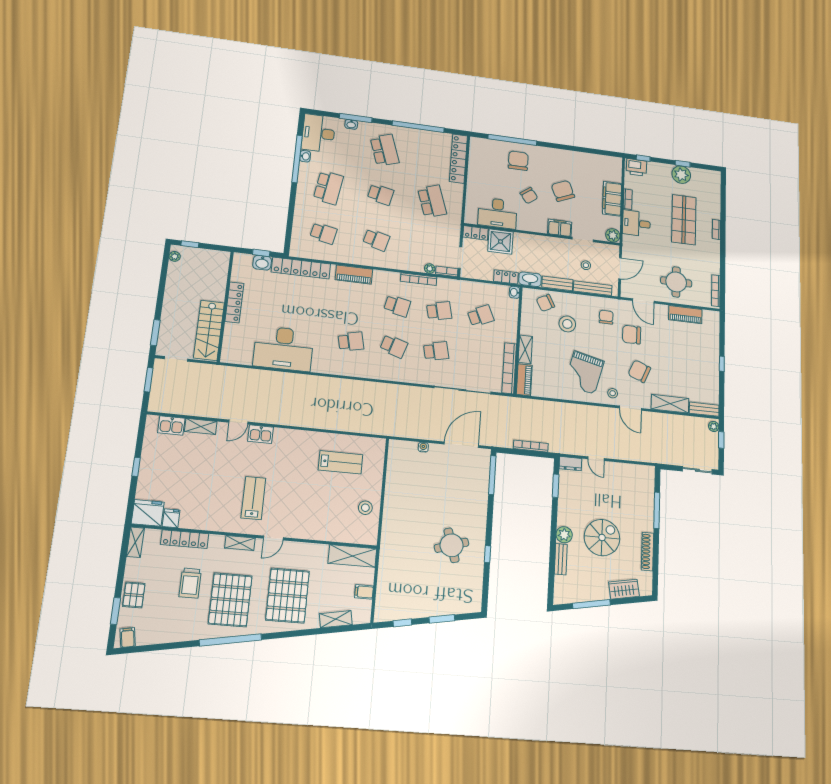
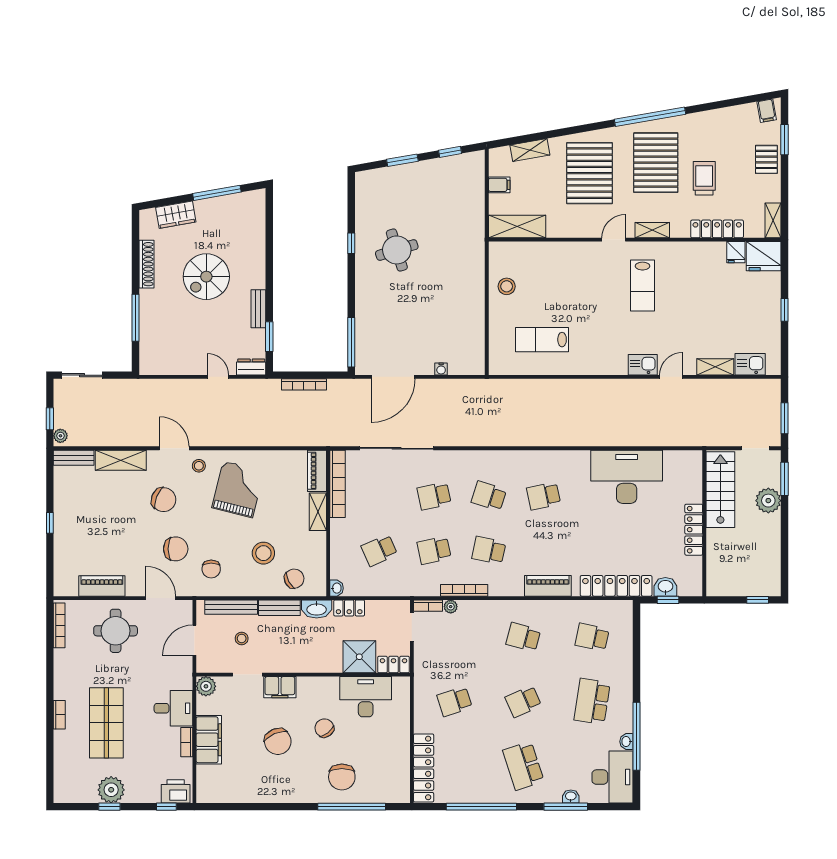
school desk: (381, 194) -> (523, 701), turned -36
school desk: (432, 201) -> (455, 701), width x0.54
plant: (175, 256) -> (768, 501), moved, width x1.88, depth x1.88
plant: (564, 535) -> (255, 276), removed
bench: (561, 559) -> (258, 309), moved

